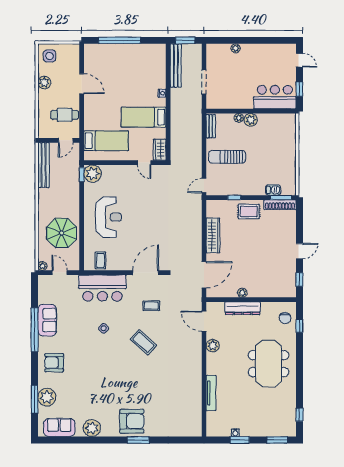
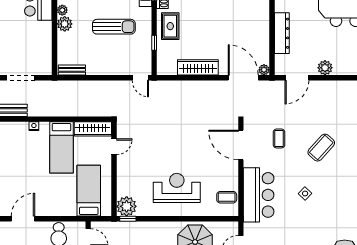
plant: (239, 118) -> (62, 10), moved
wardrobe: (160, 150) -> (93, 129), width x1.50
sun lounger: (227, 157) -> (114, 27), moved, turned -90
plant: (242, 293) -> (264, 70), moved

